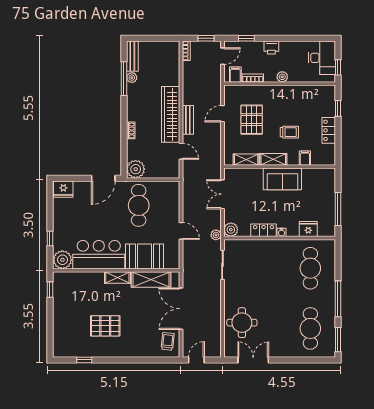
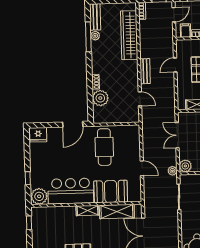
wardrobe: (171, 114) -> (129, 35), moved
plant: (136, 169) -> (100, 98), moved

